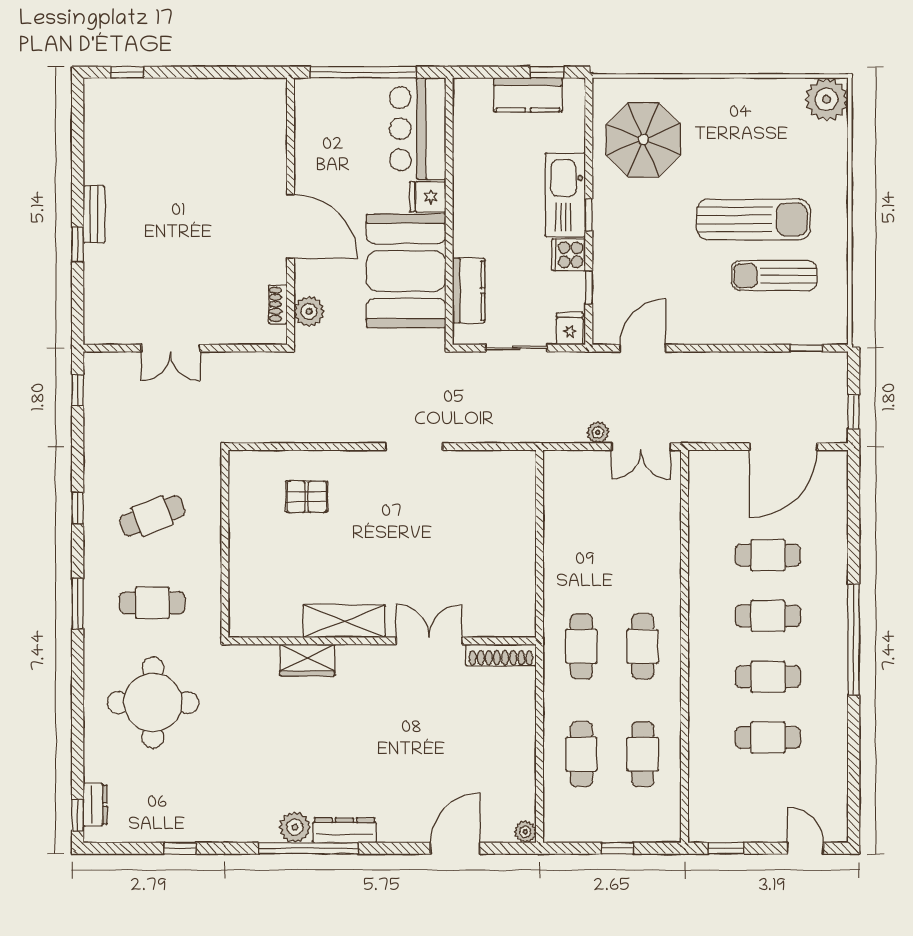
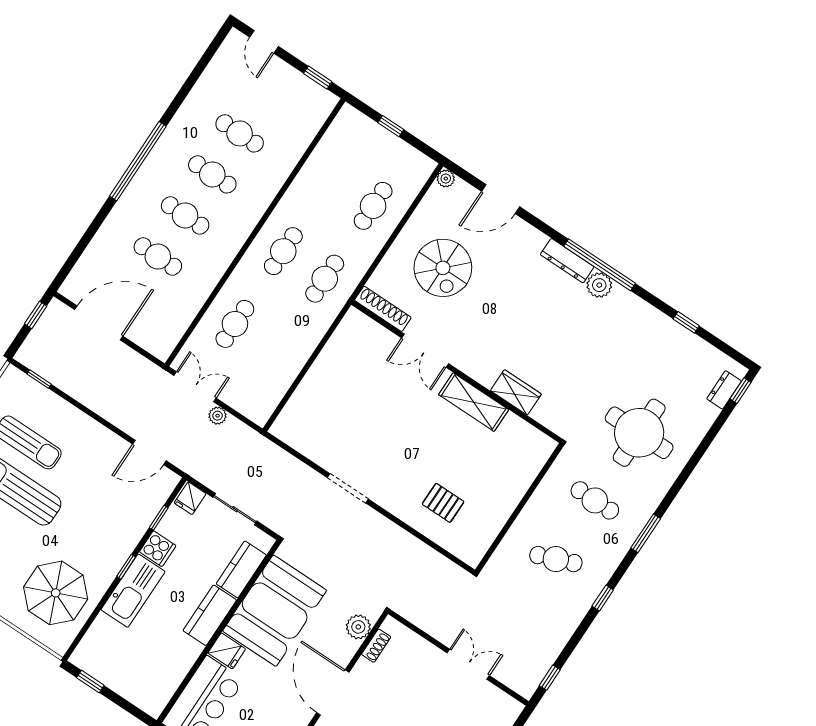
kitchen counter: (528, 95) -> (210, 615), moved, turned -90
spiral stairs: (467, 738) -> (443, 268), added
cafe table: (643, 754) -> (235, 324), moved

